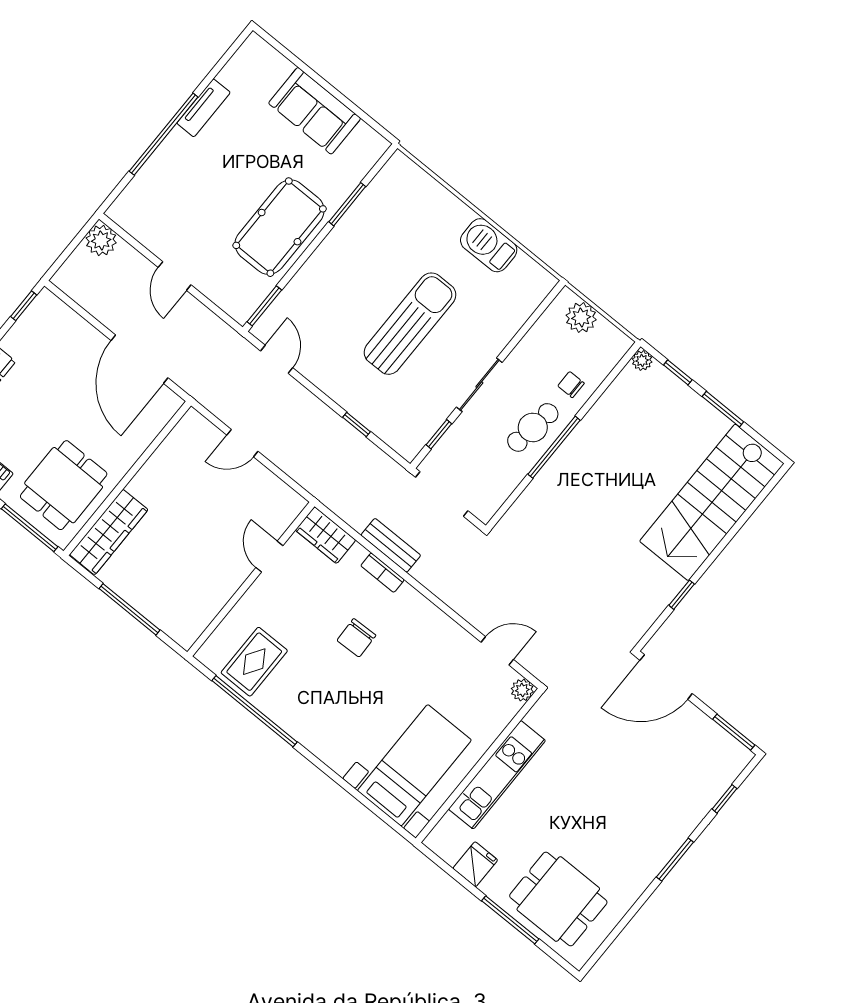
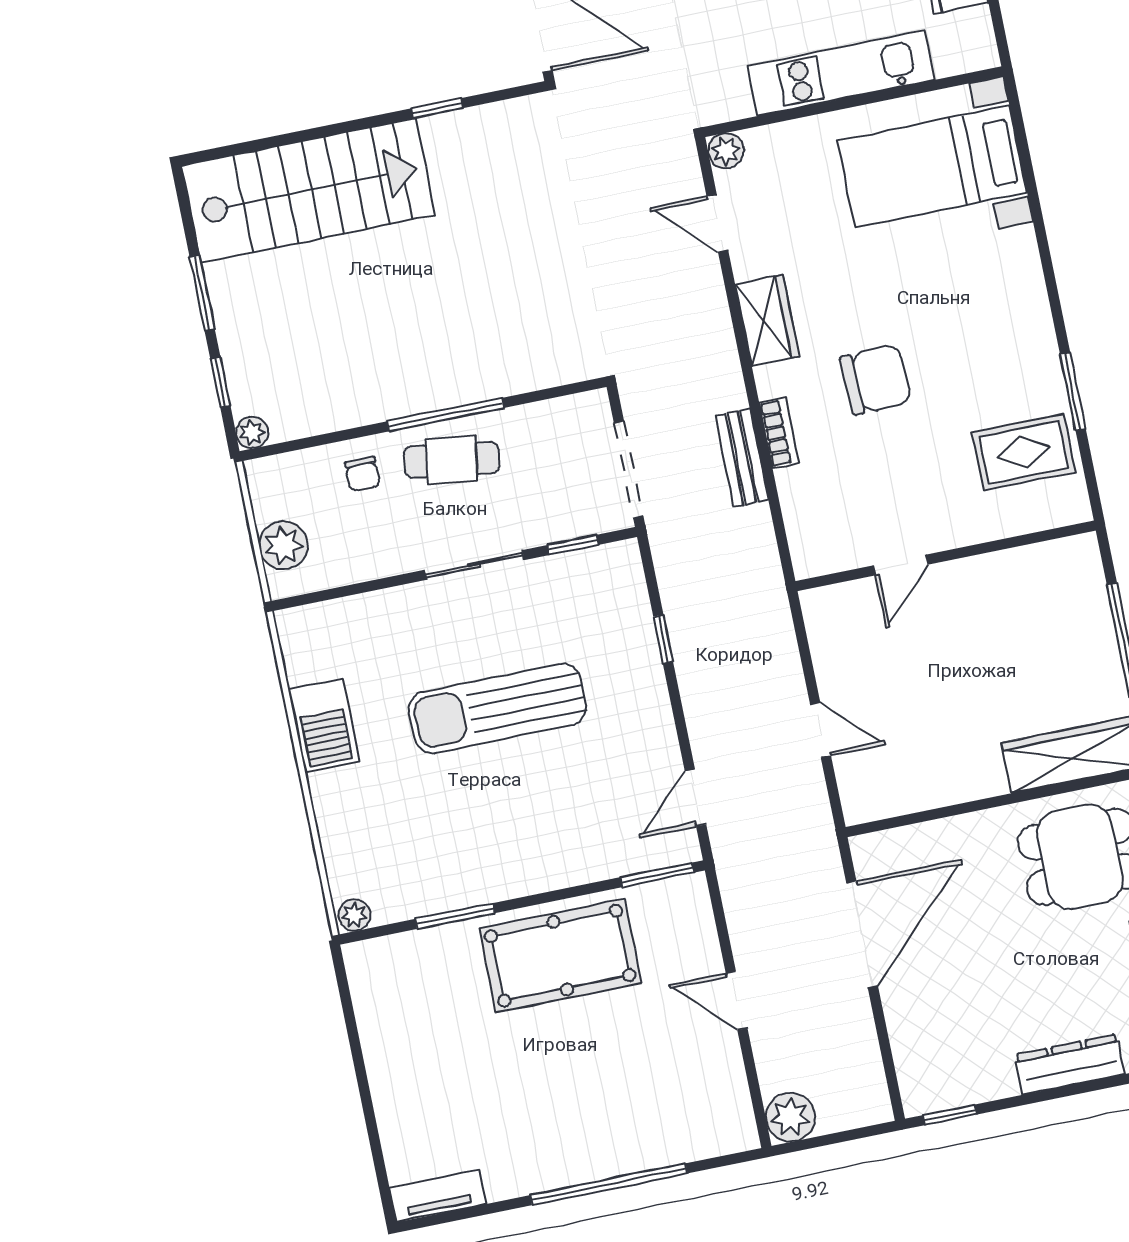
tv unit: (204, 108) -> (438, 1196), moved
sofa: (315, 111) -> (402, 1062), removed
plant: (397, 164) -> (354, 915), added
door: (175, 276) -> (737, 1001), swing flipped
wardrobe: (326, 535) -> (767, 320), moved
chair: (356, 638) -> (876, 379), width x1.37, depth x1.37
window: (255, 711) -> (1073, 392), width x0.47

